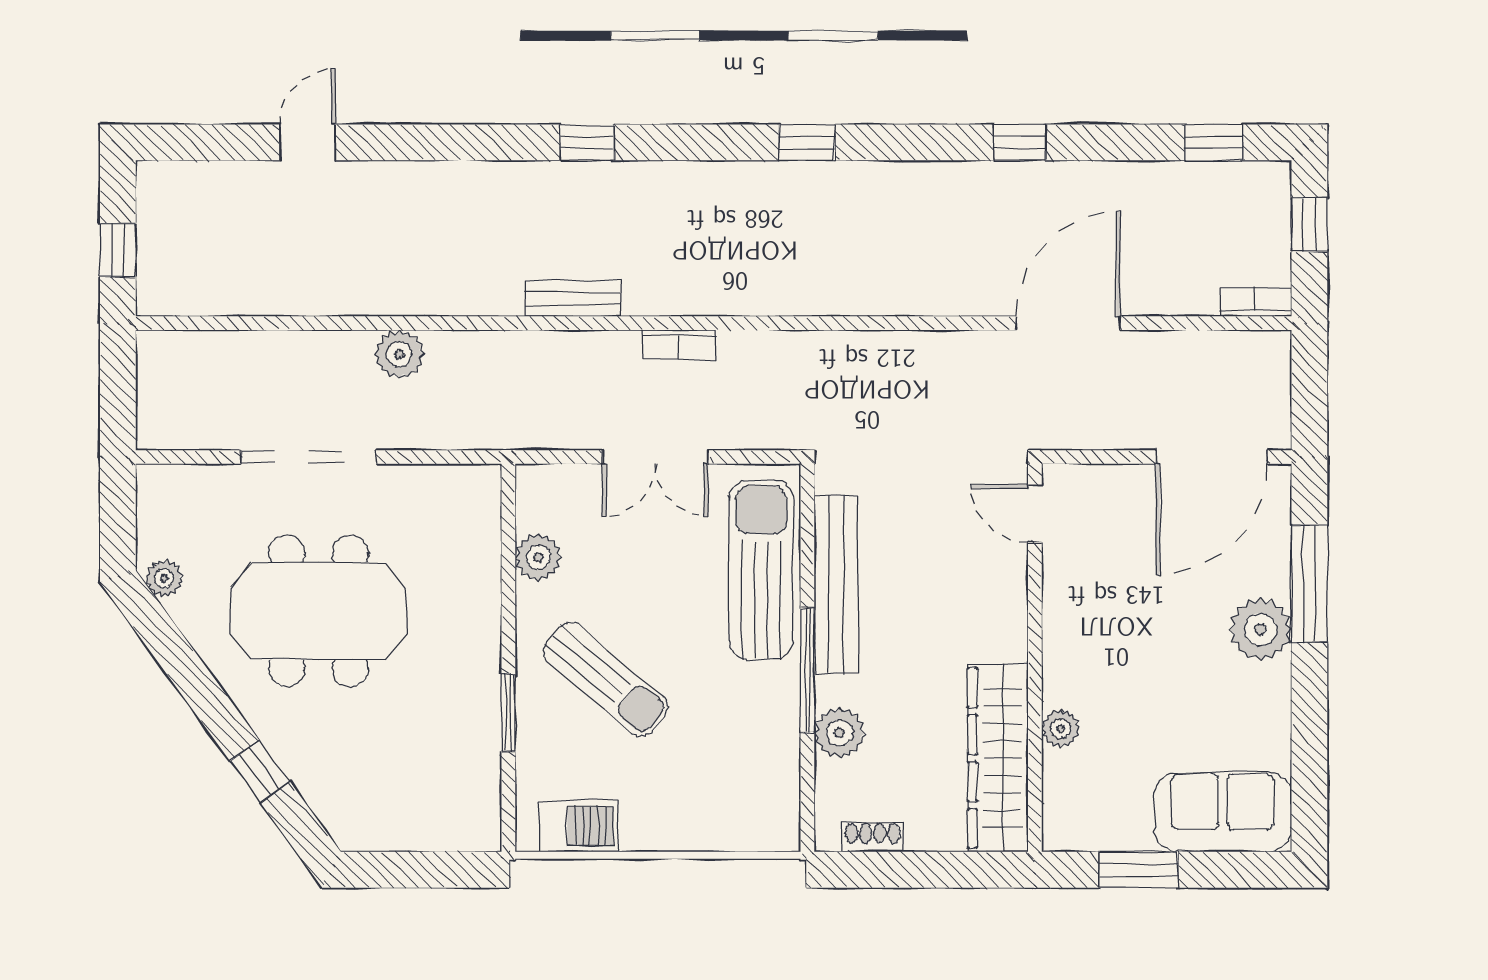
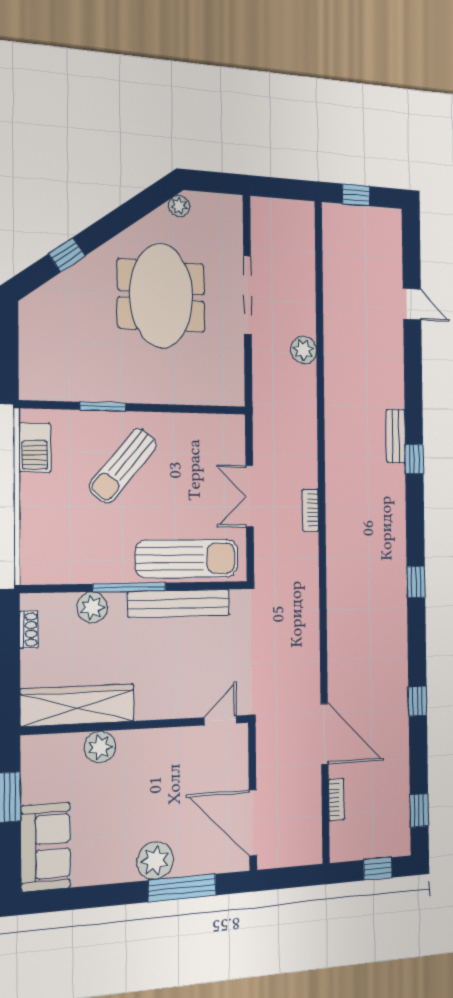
bench: (573, 298) -> (396, 436), moved
bookcase: (1255, 302) -> (336, 800), moved
plant: (538, 557) -> (193, 427), removed
plant: (1061, 728) -> (100, 747), width x1.38, depth x1.38

